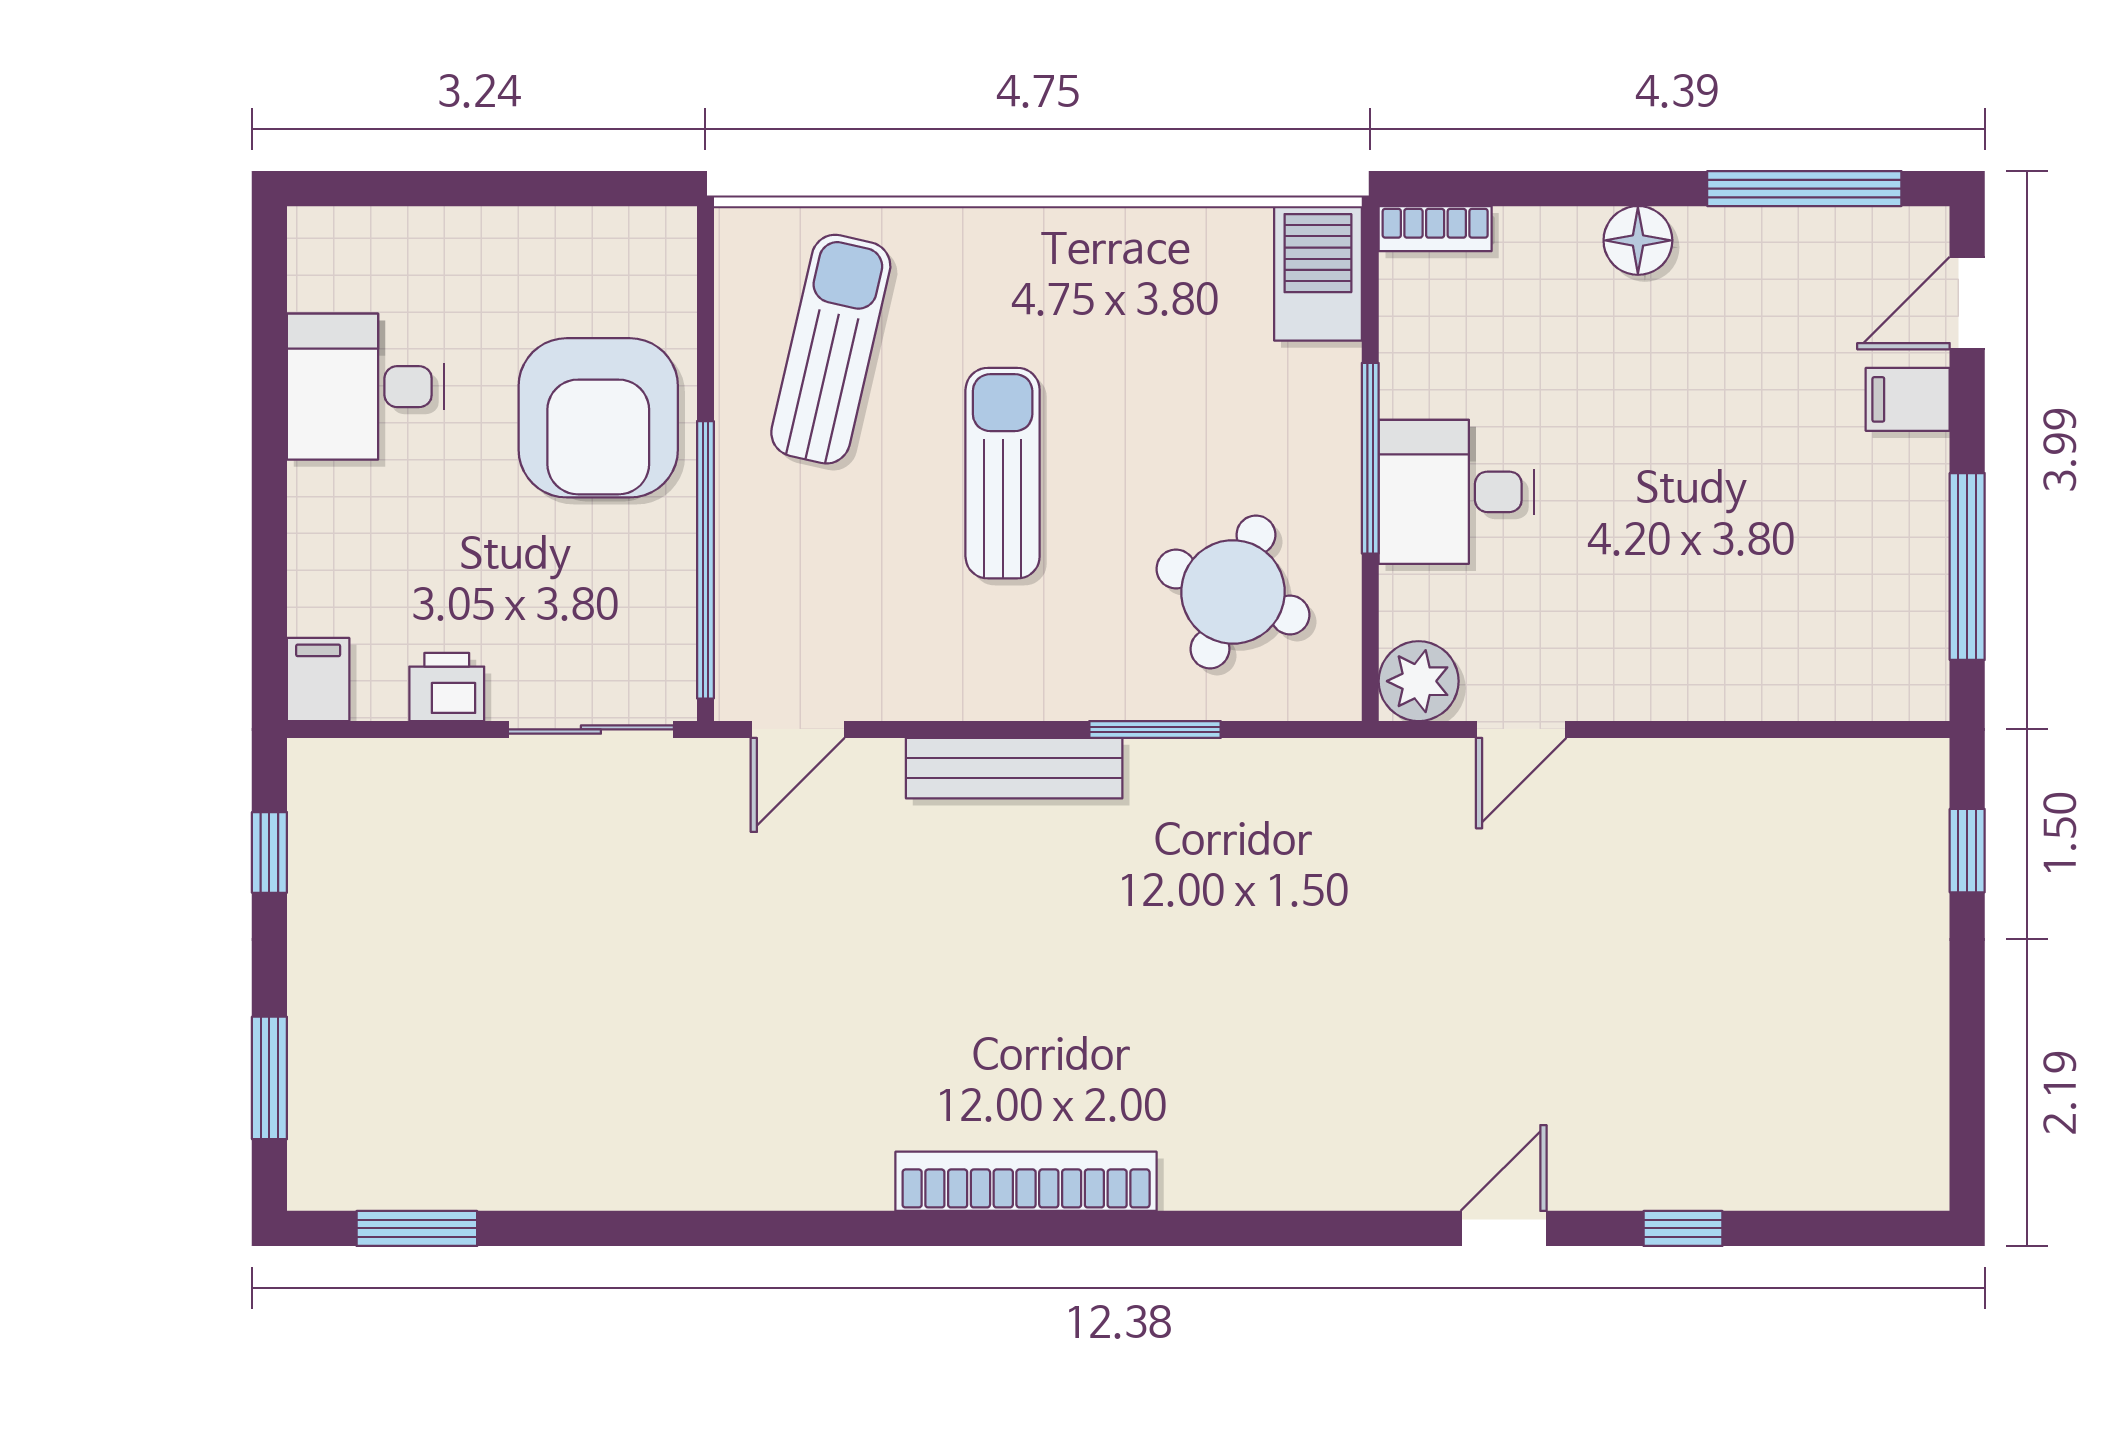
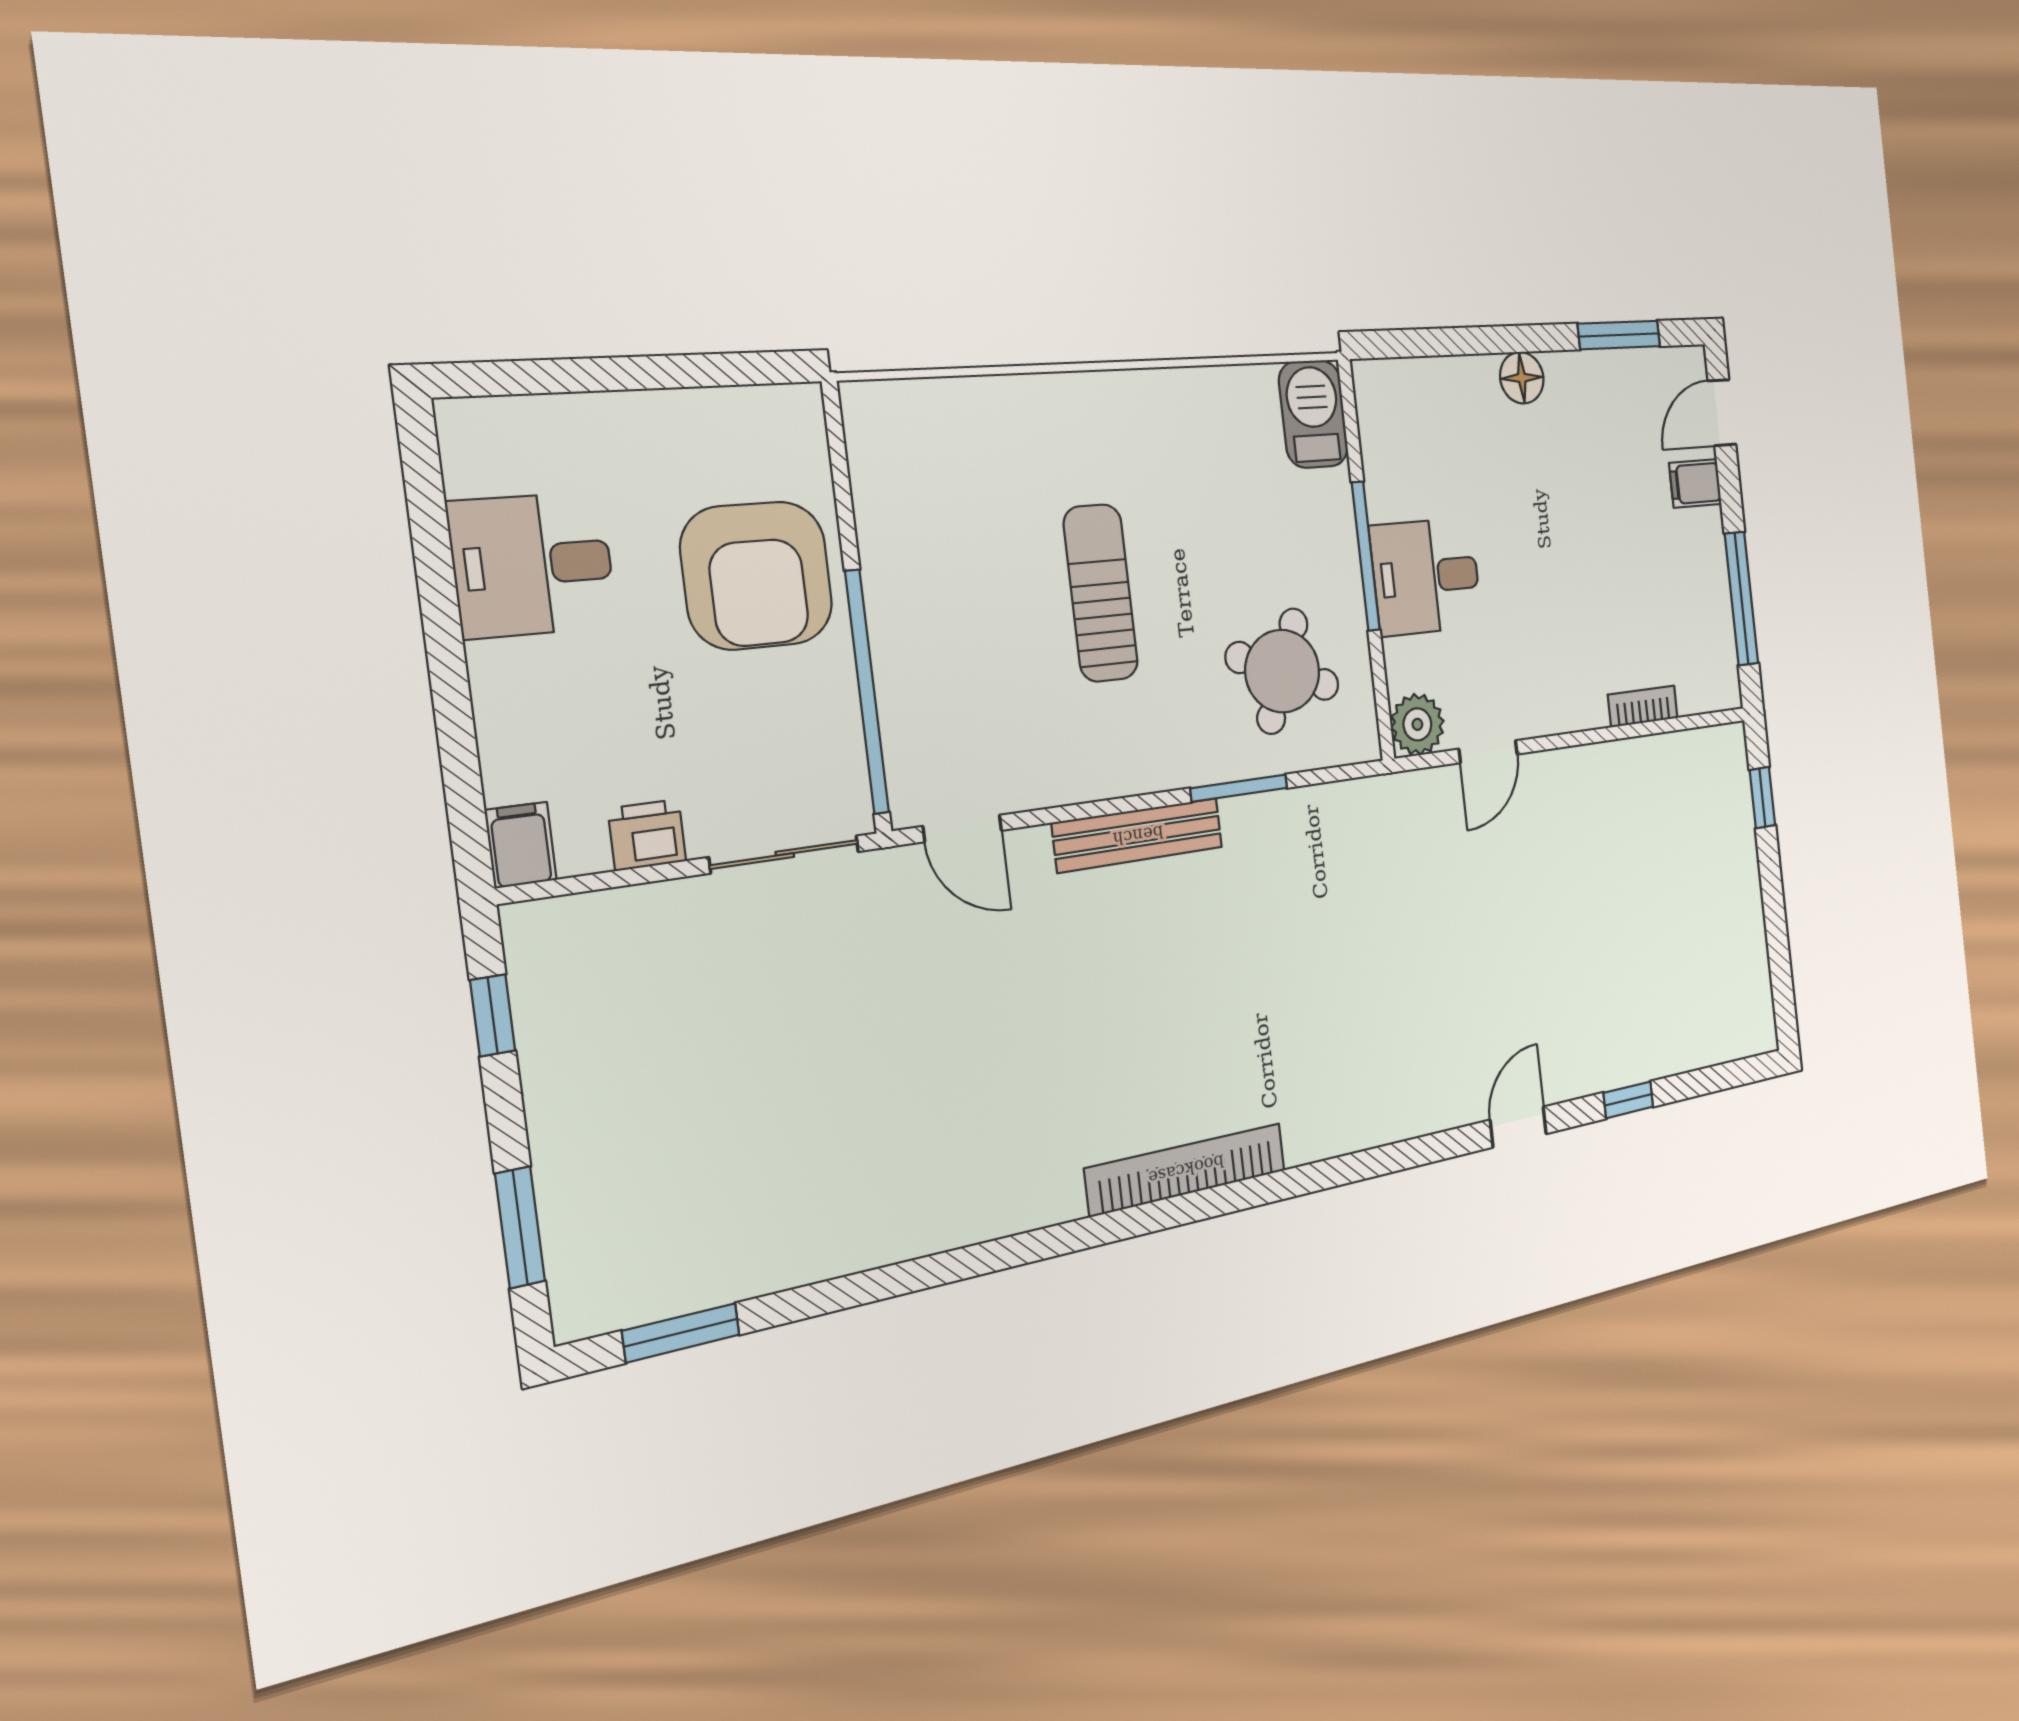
window: (1804, 189) -> (1619, 335), width x0.69
bookcase: (1435, 229) -> (1643, 706), moved, turned 180
sun lounger: (831, 349) -> (951, 500), removed
door: (798, 729) -> (963, 828), hinge flipped

